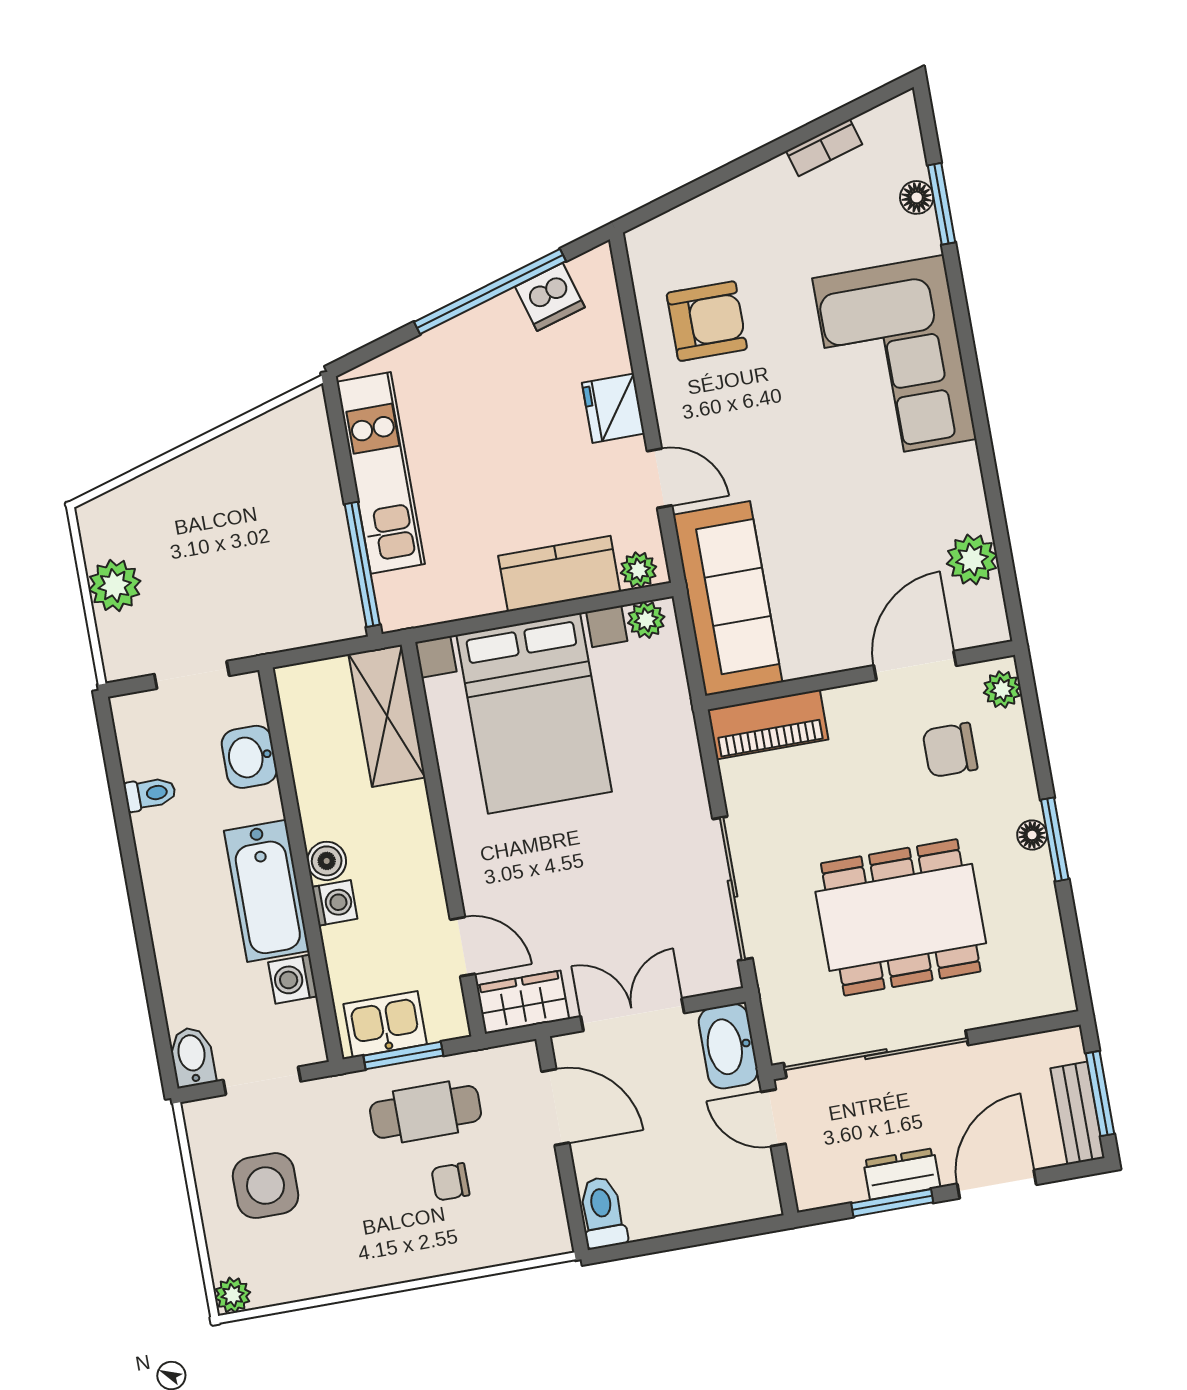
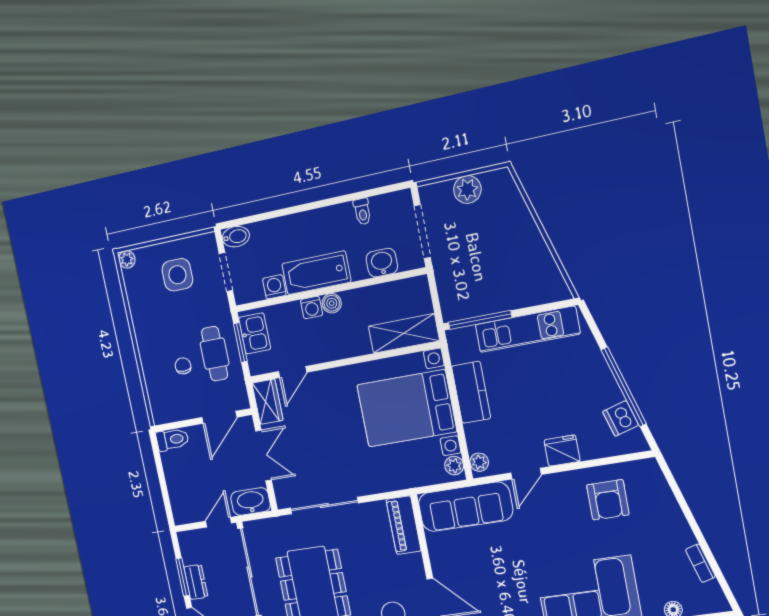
kitchen counter: (559, 574) -> (471, 392), moved
doorway: (192, 675) -> (422, 232), width x1.38

